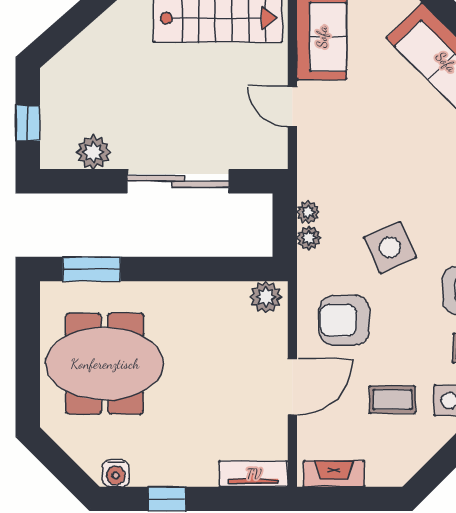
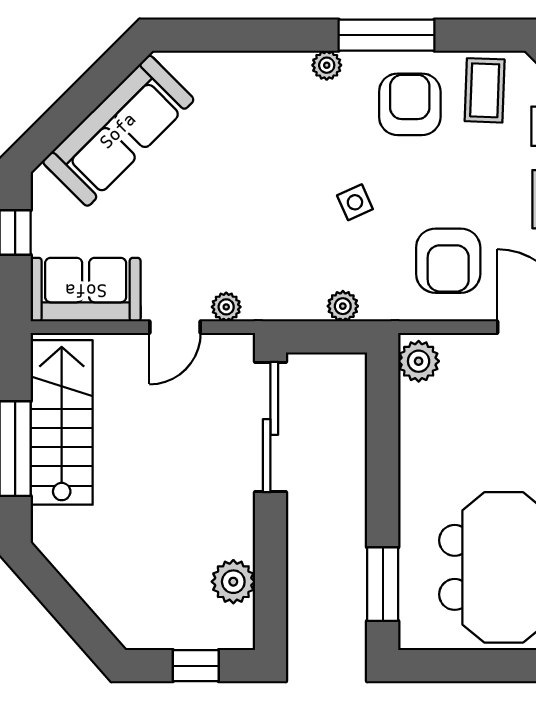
sliding door: (178, 181) -> (270, 427), moved
plant: (308, 212) -> (226, 307), moved
side table: (390, 247) -> (355, 202), width x0.54, depth x0.54

